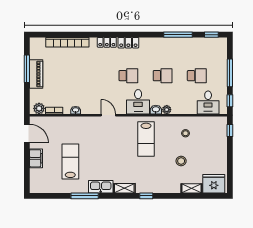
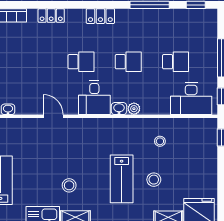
locker: (128, 43) -> (100, 16), moved
desk: (208, 102) -> (191, 99), width x1.37
lab bench: (146, 139) -> (122, 179), moved
stool: (120, 165) -> (69, 185), added

